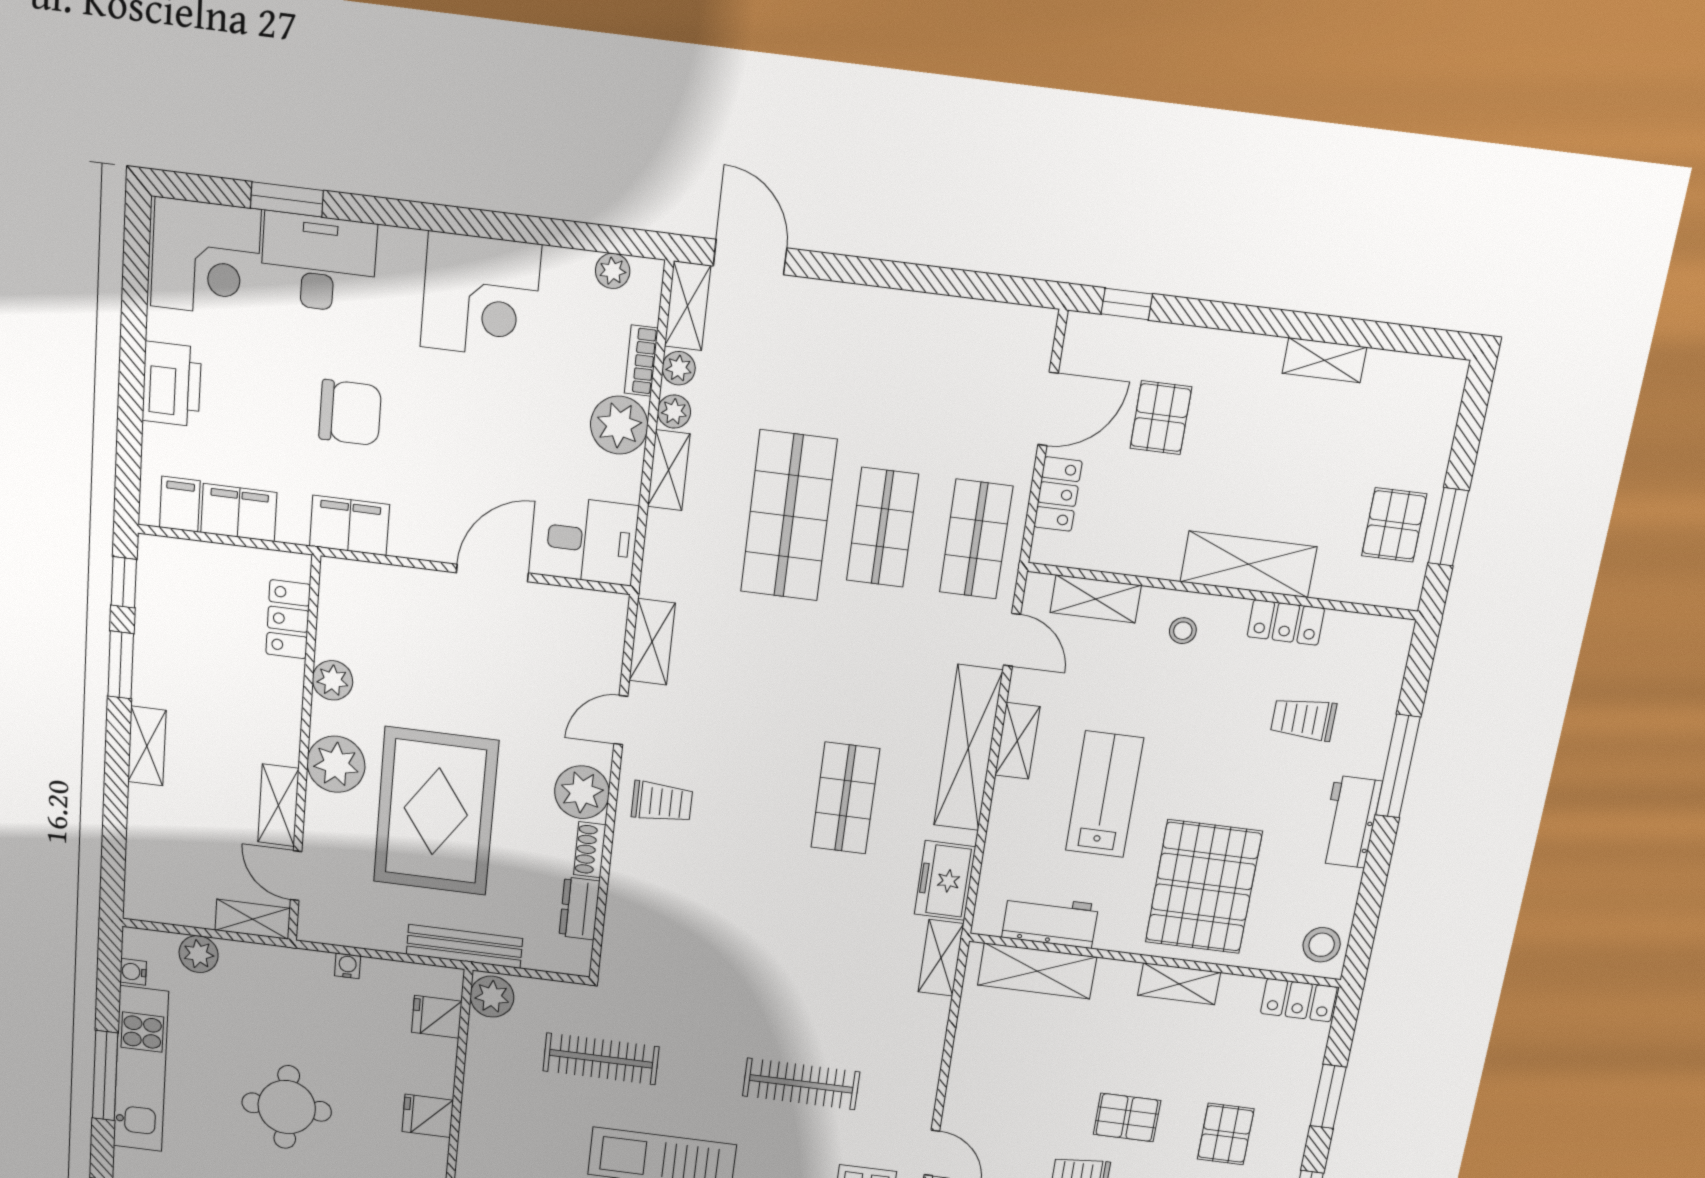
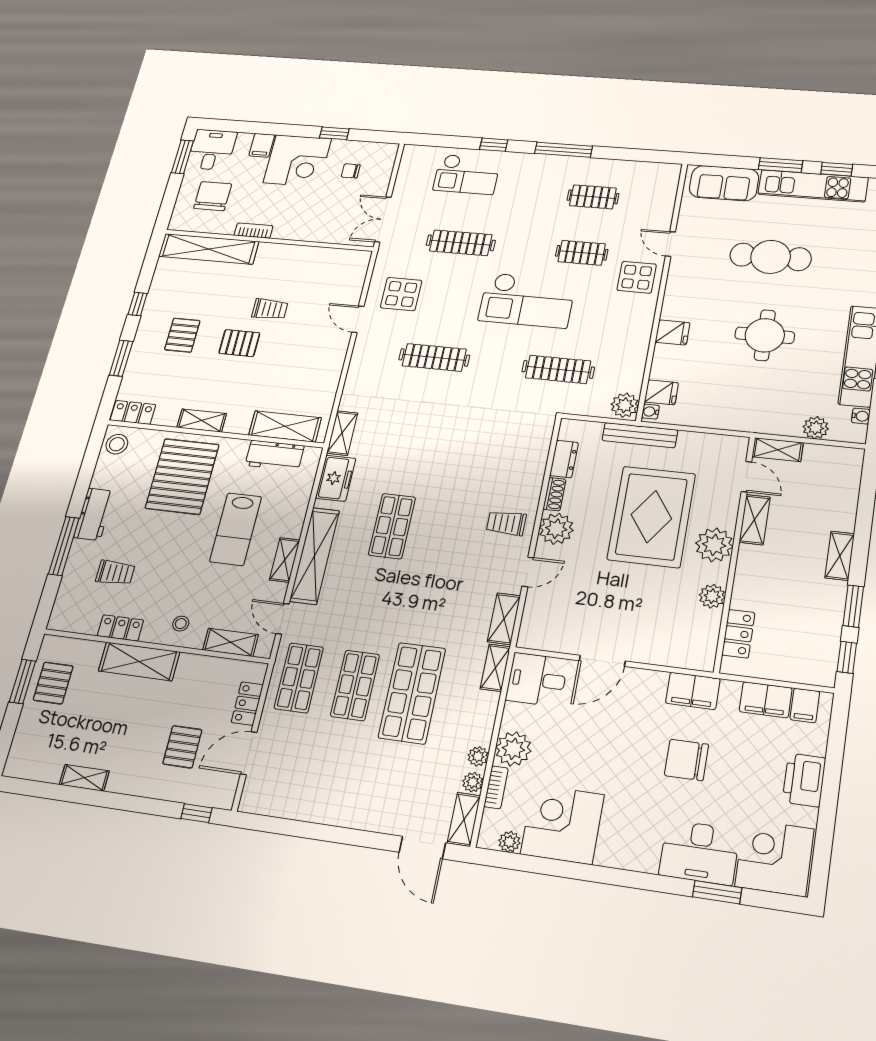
corner desk: (481, 296) -> (562, 824), moved
shelving: (669, 470) -> (495, 668), moved
water cooler: (348, 966) -> (650, 412), moved, turned 90

